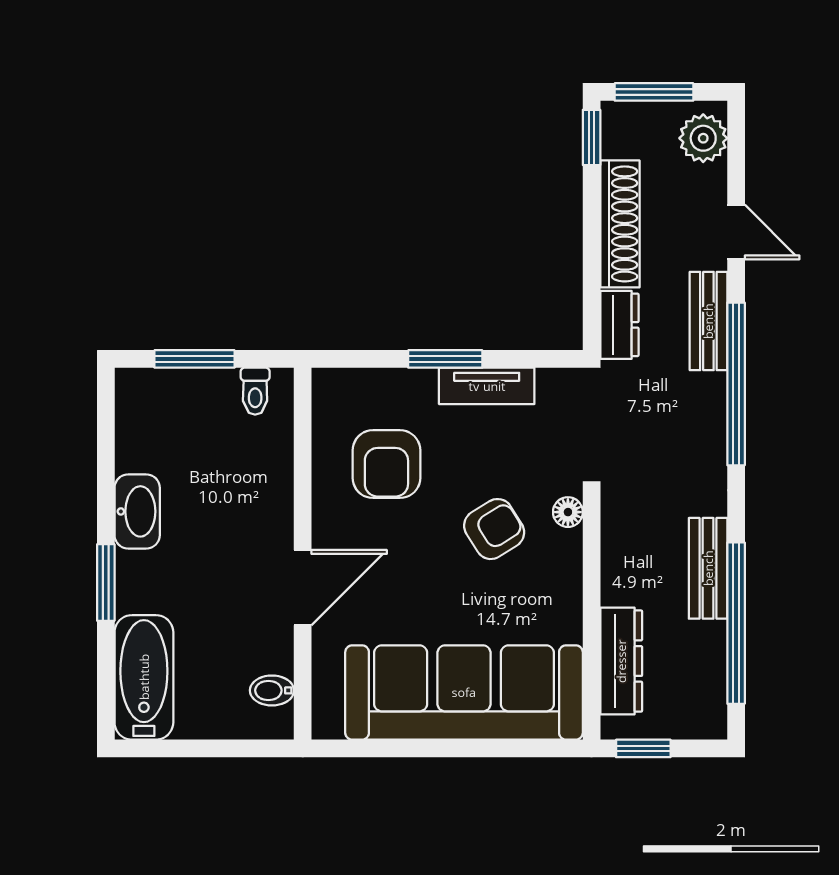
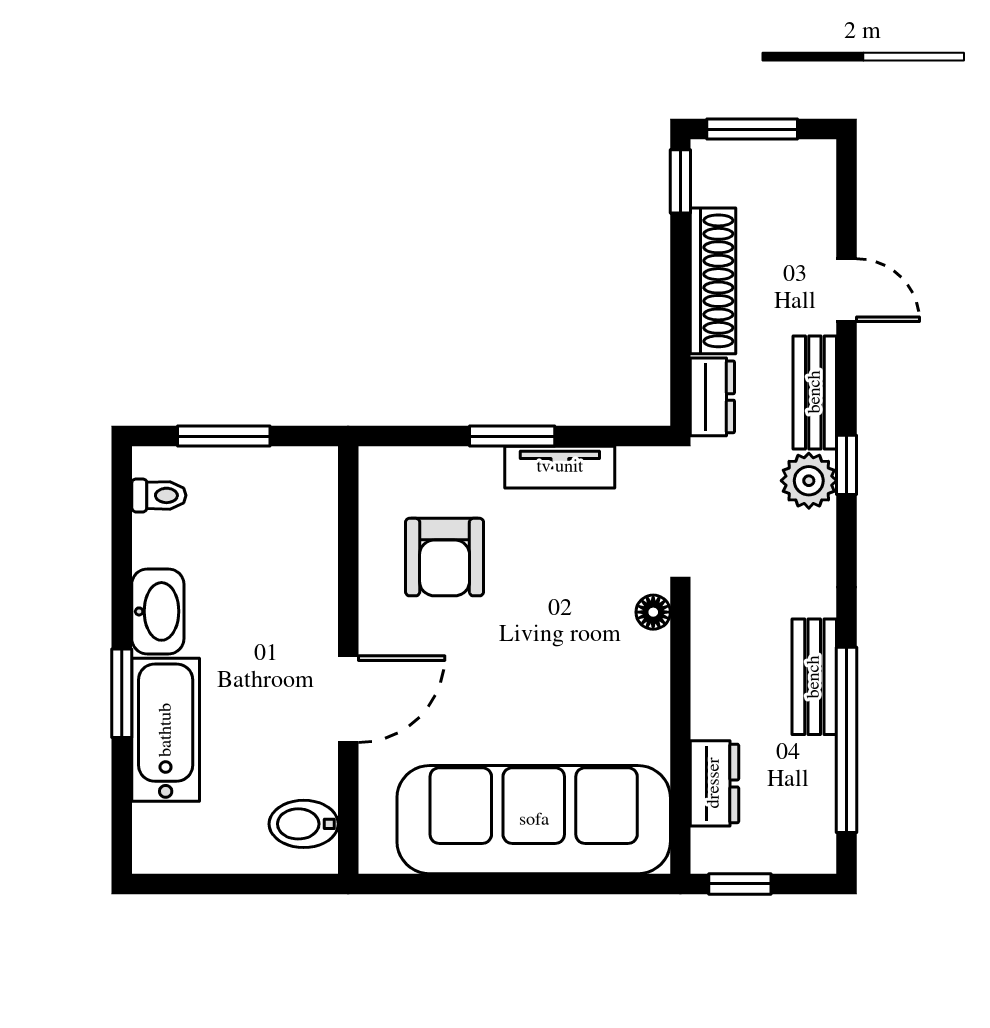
plant: (703, 138) -> (809, 481), moved
window: (736, 384) -> (846, 465), width x0.32
toilet: (255, 391) -> (159, 495), moved, turned -90
armchair: (494, 529) -> (568, 632), removed
dresser: (621, 661) -> (714, 783), width x0.70
bathtub: (144, 677) -> (166, 730), moved
bidet: (272, 690) -> (304, 824), width x1.38, depth x1.36

